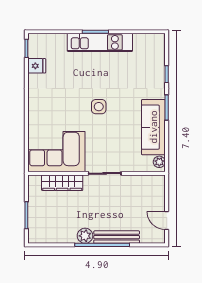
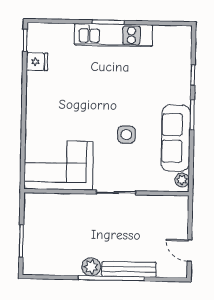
side table: (99, 107) -> (126, 135), moved
wardrobe: (62, 183) -> (65, 203), removed

